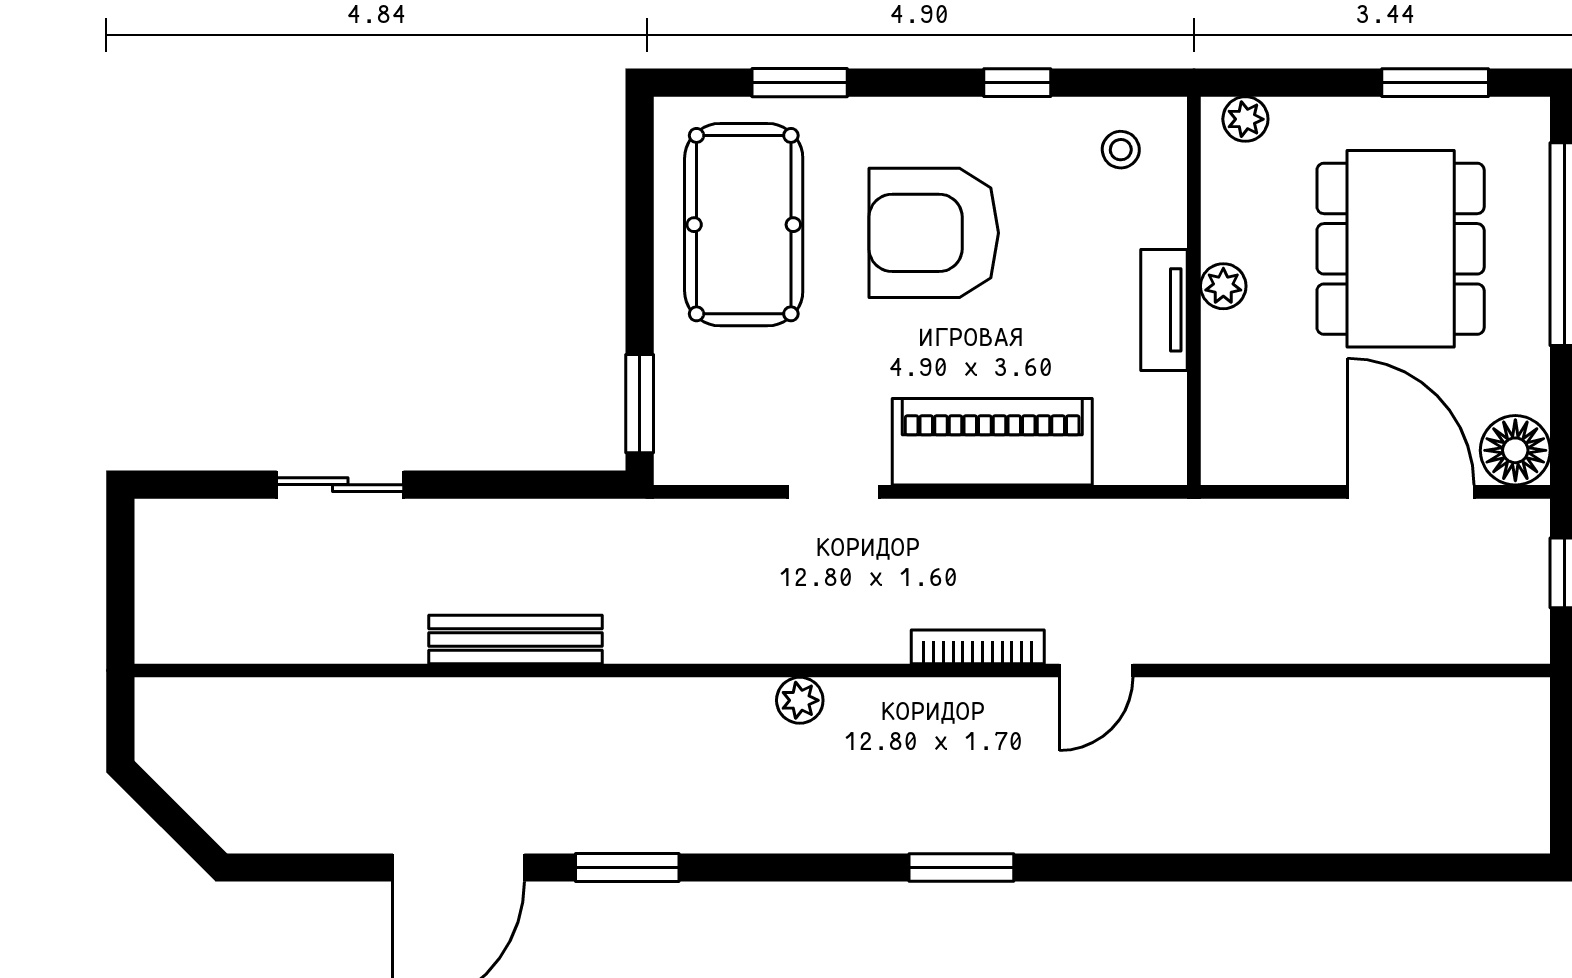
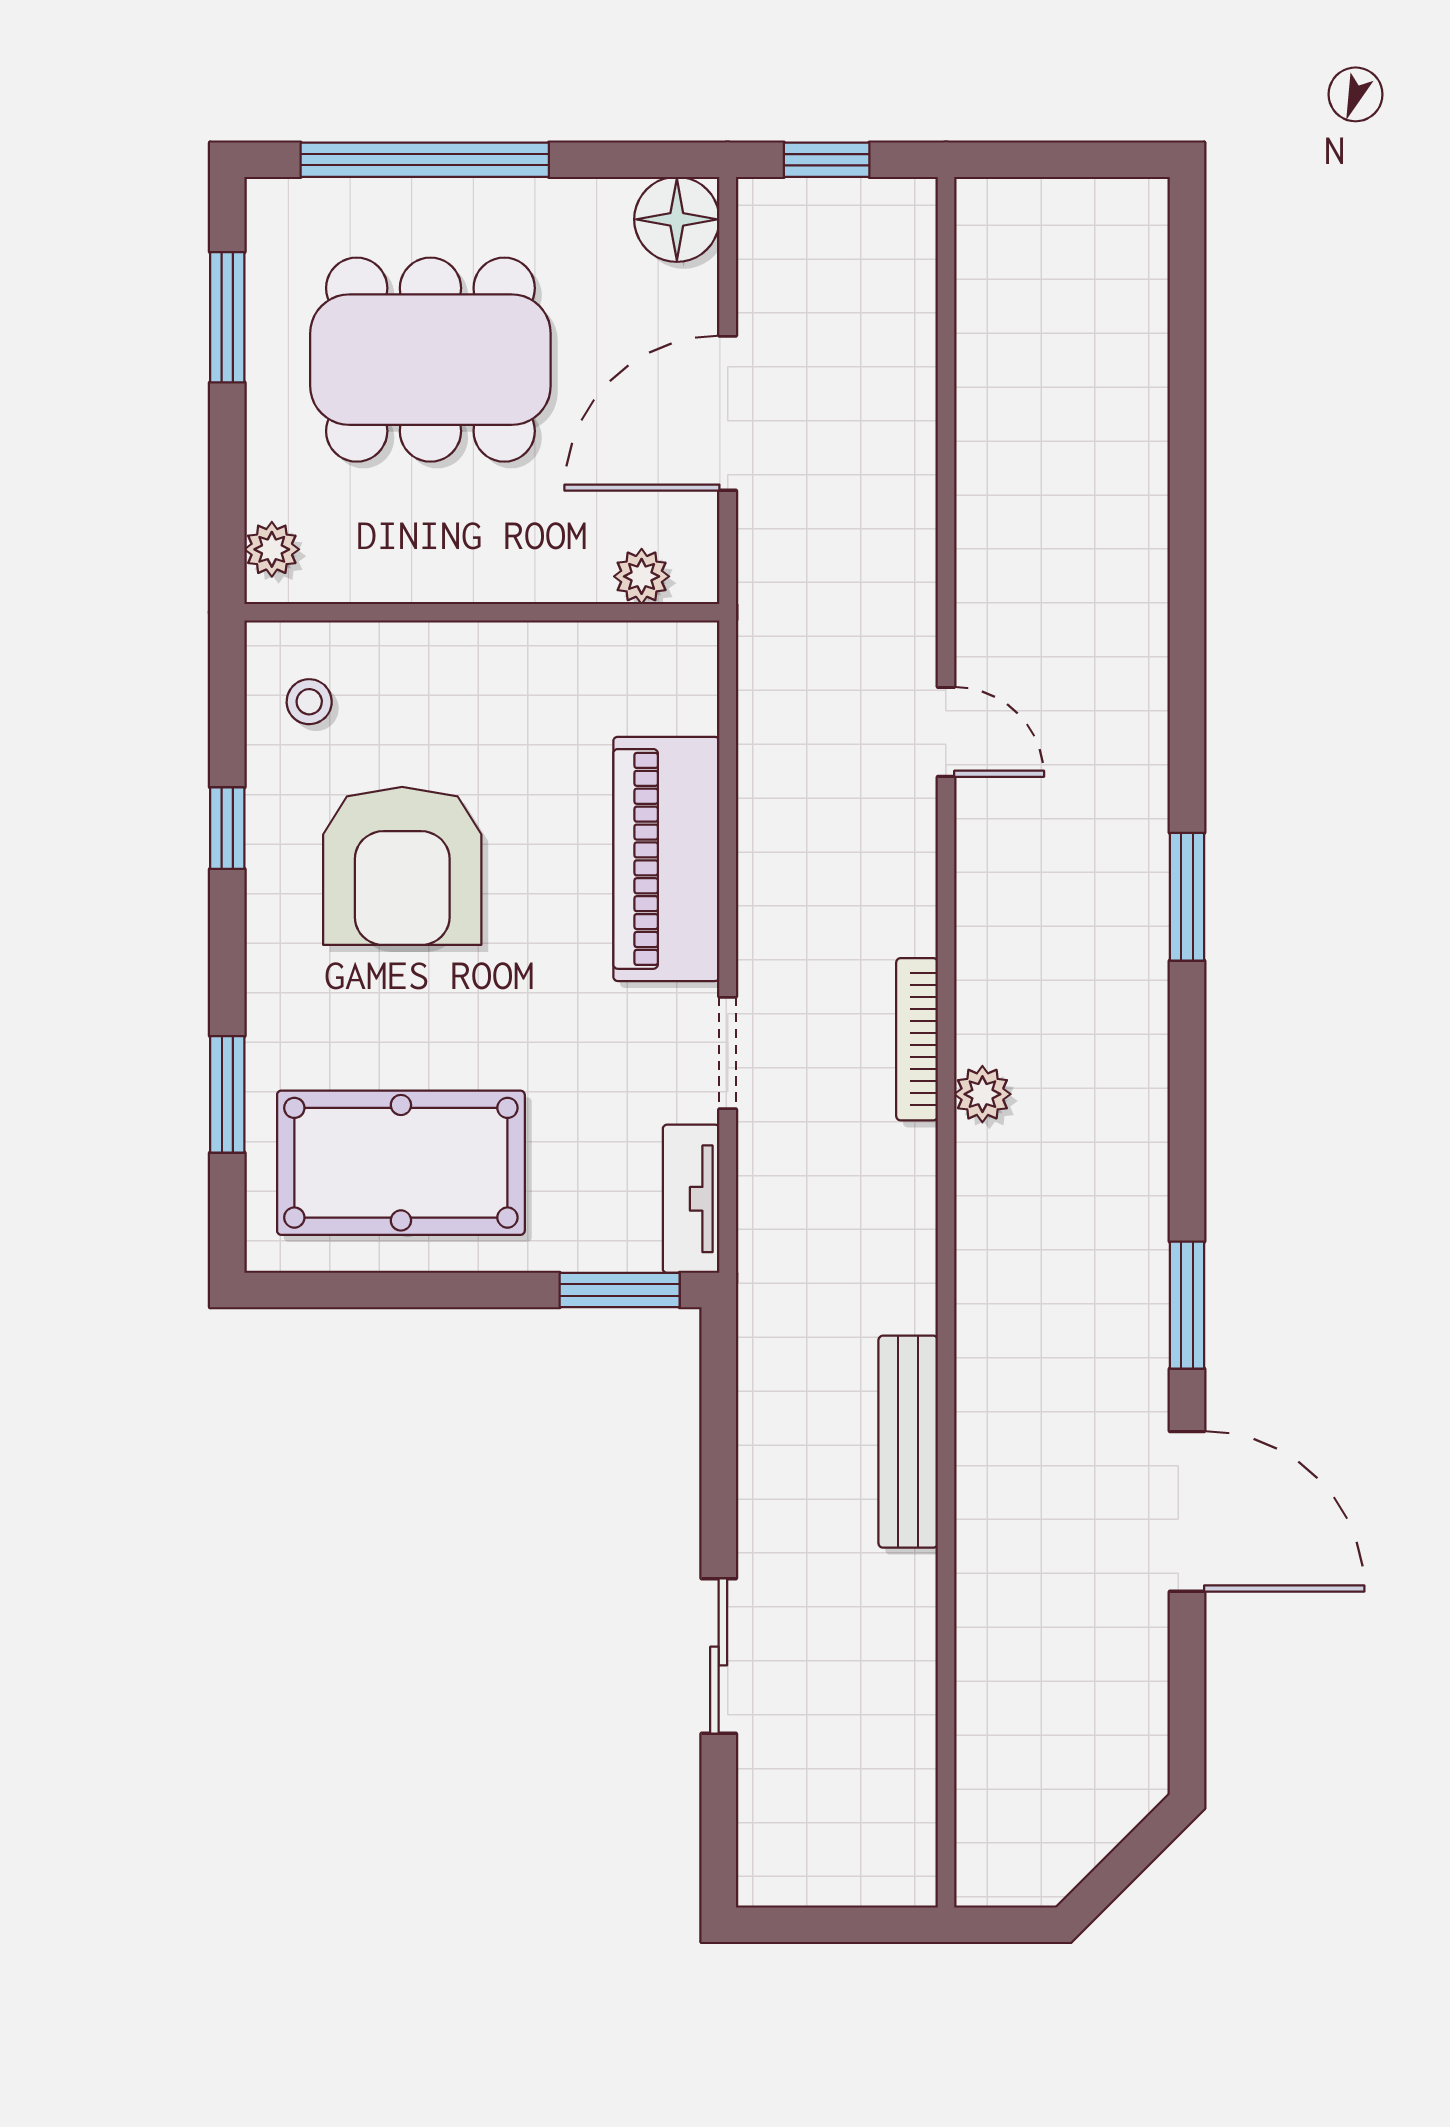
armchair: (934, 233) -> (402, 866), moved
plant: (1223, 286) -> (642, 576), moved
tv unit: (1164, 310) -> (691, 1199), moved, turned 90
door: (1411, 492) -> (728, 413), moved
bookcase: (978, 647) -> (917, 1039), moved

